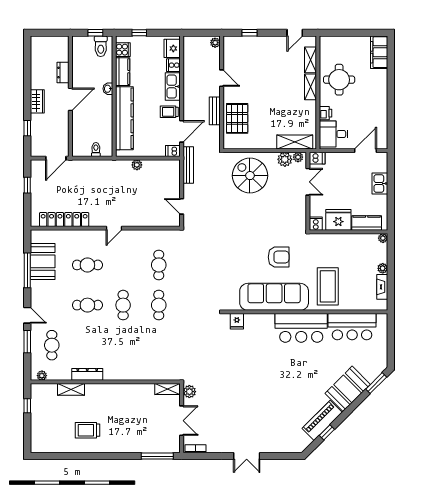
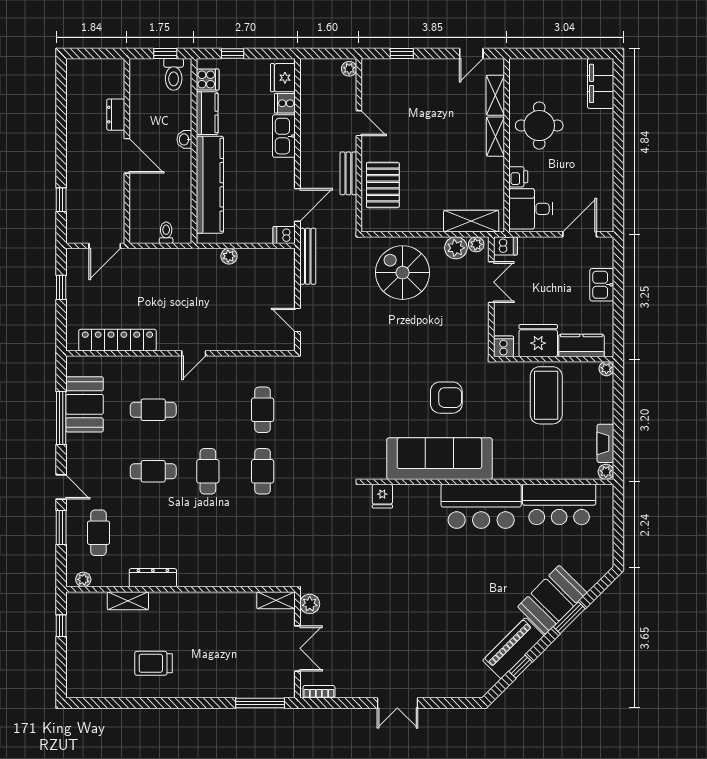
door: (70, 99) -> (127, 156), hinge flipped
wardrobe: (37, 101) -> (76, 159), removed
trolley: (169, 112) -> (279, 175), removed
plant: (383, 268) -> (606, 472), moved
coffee table: (328, 286) -> (546, 395), moved
window: (376, 383) -> (569, 618), moved

